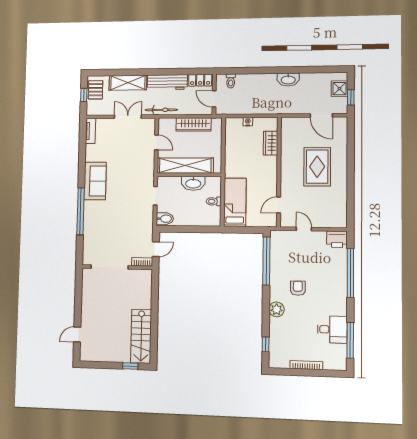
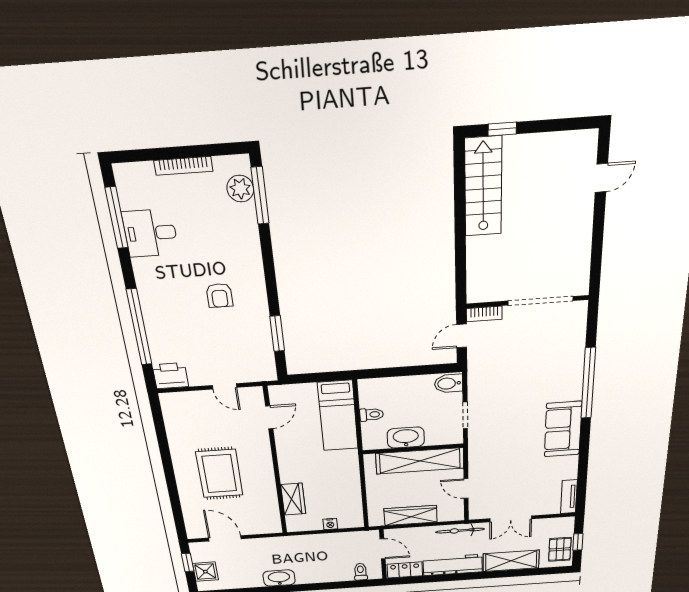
window: (266, 261) -> (277, 334), width x0.47
plant: (277, 309) -> (240, 189), moved
window: (266, 344) -> (260, 196), width x2.17

